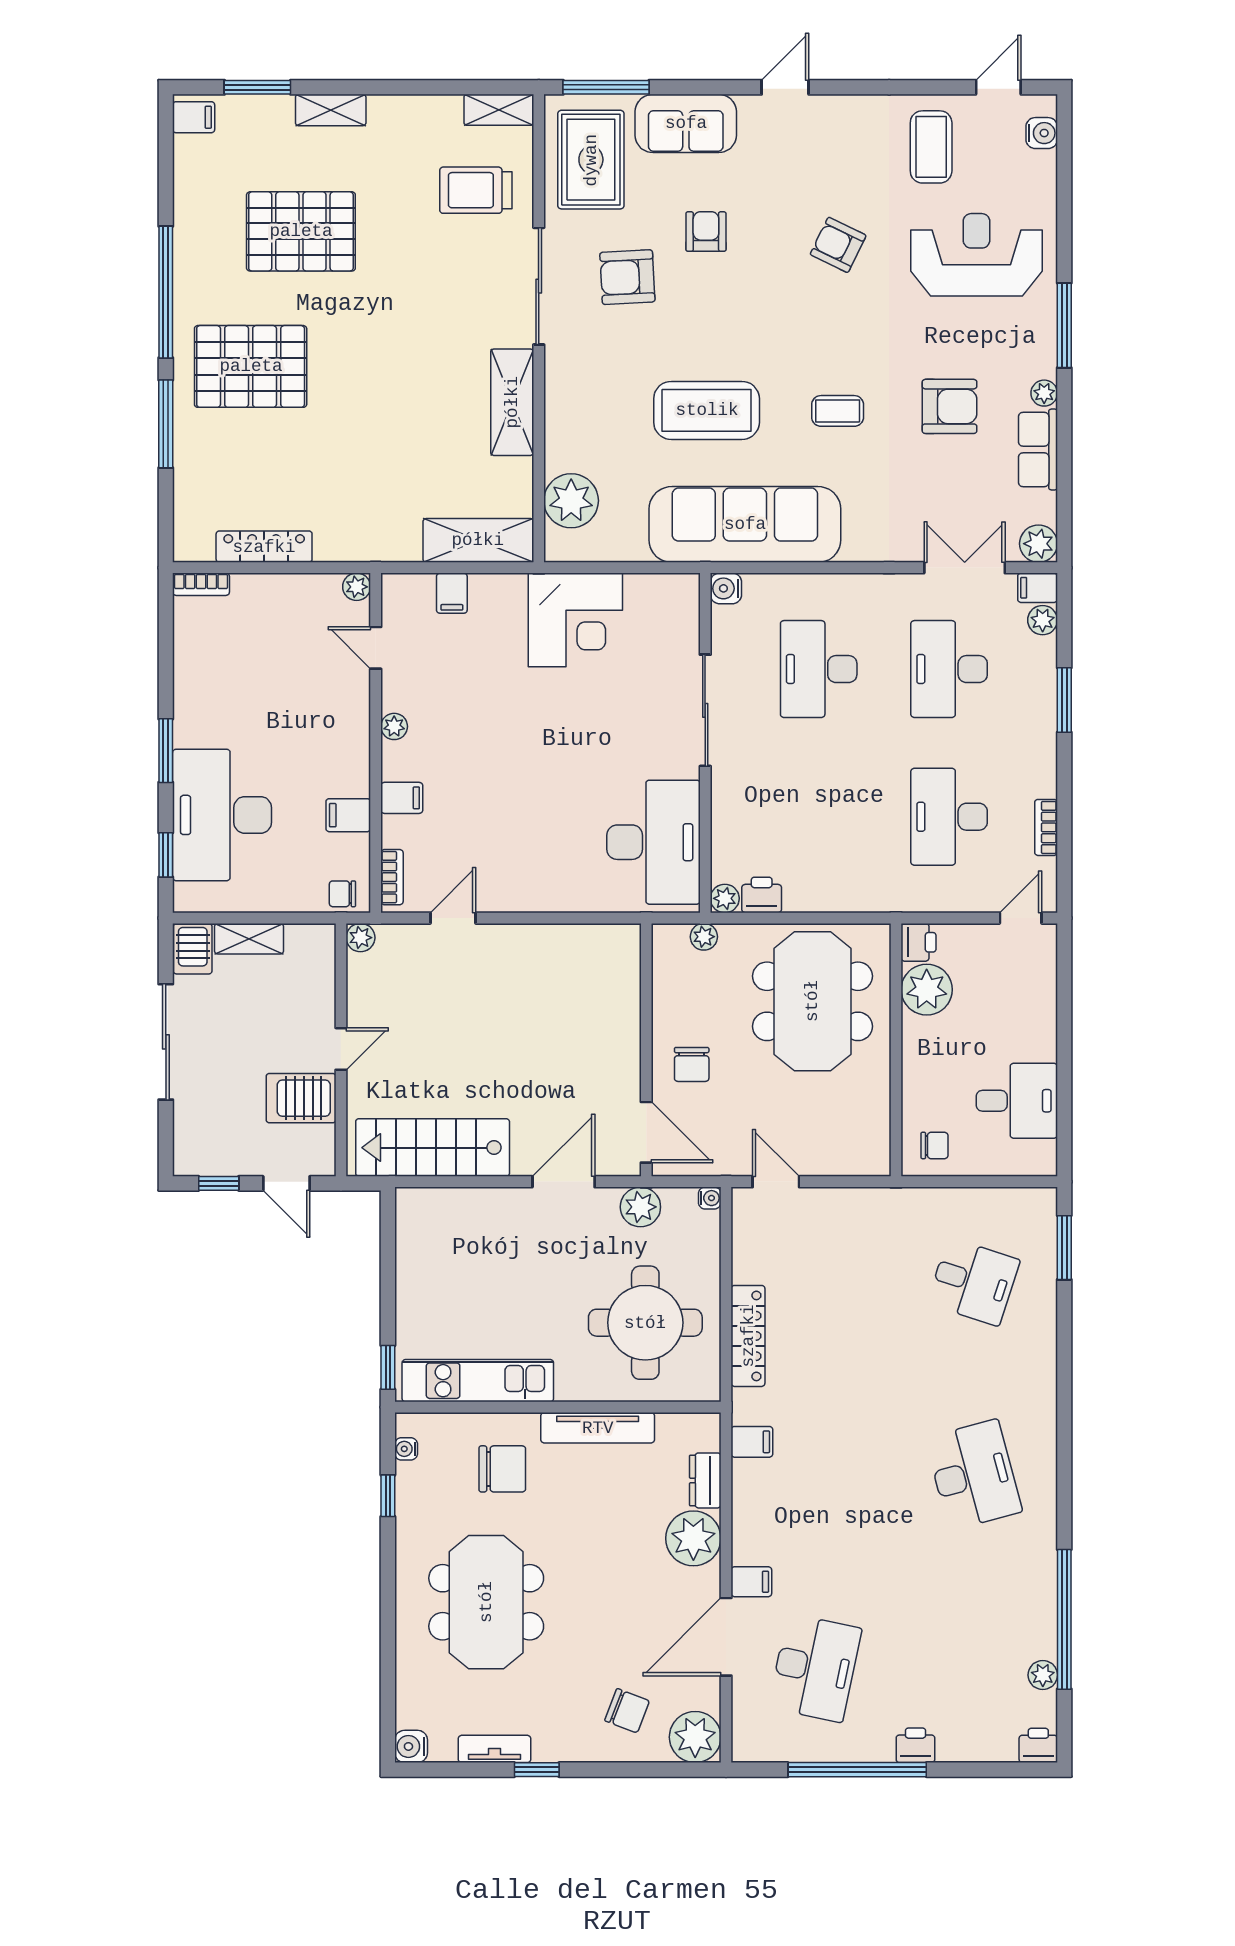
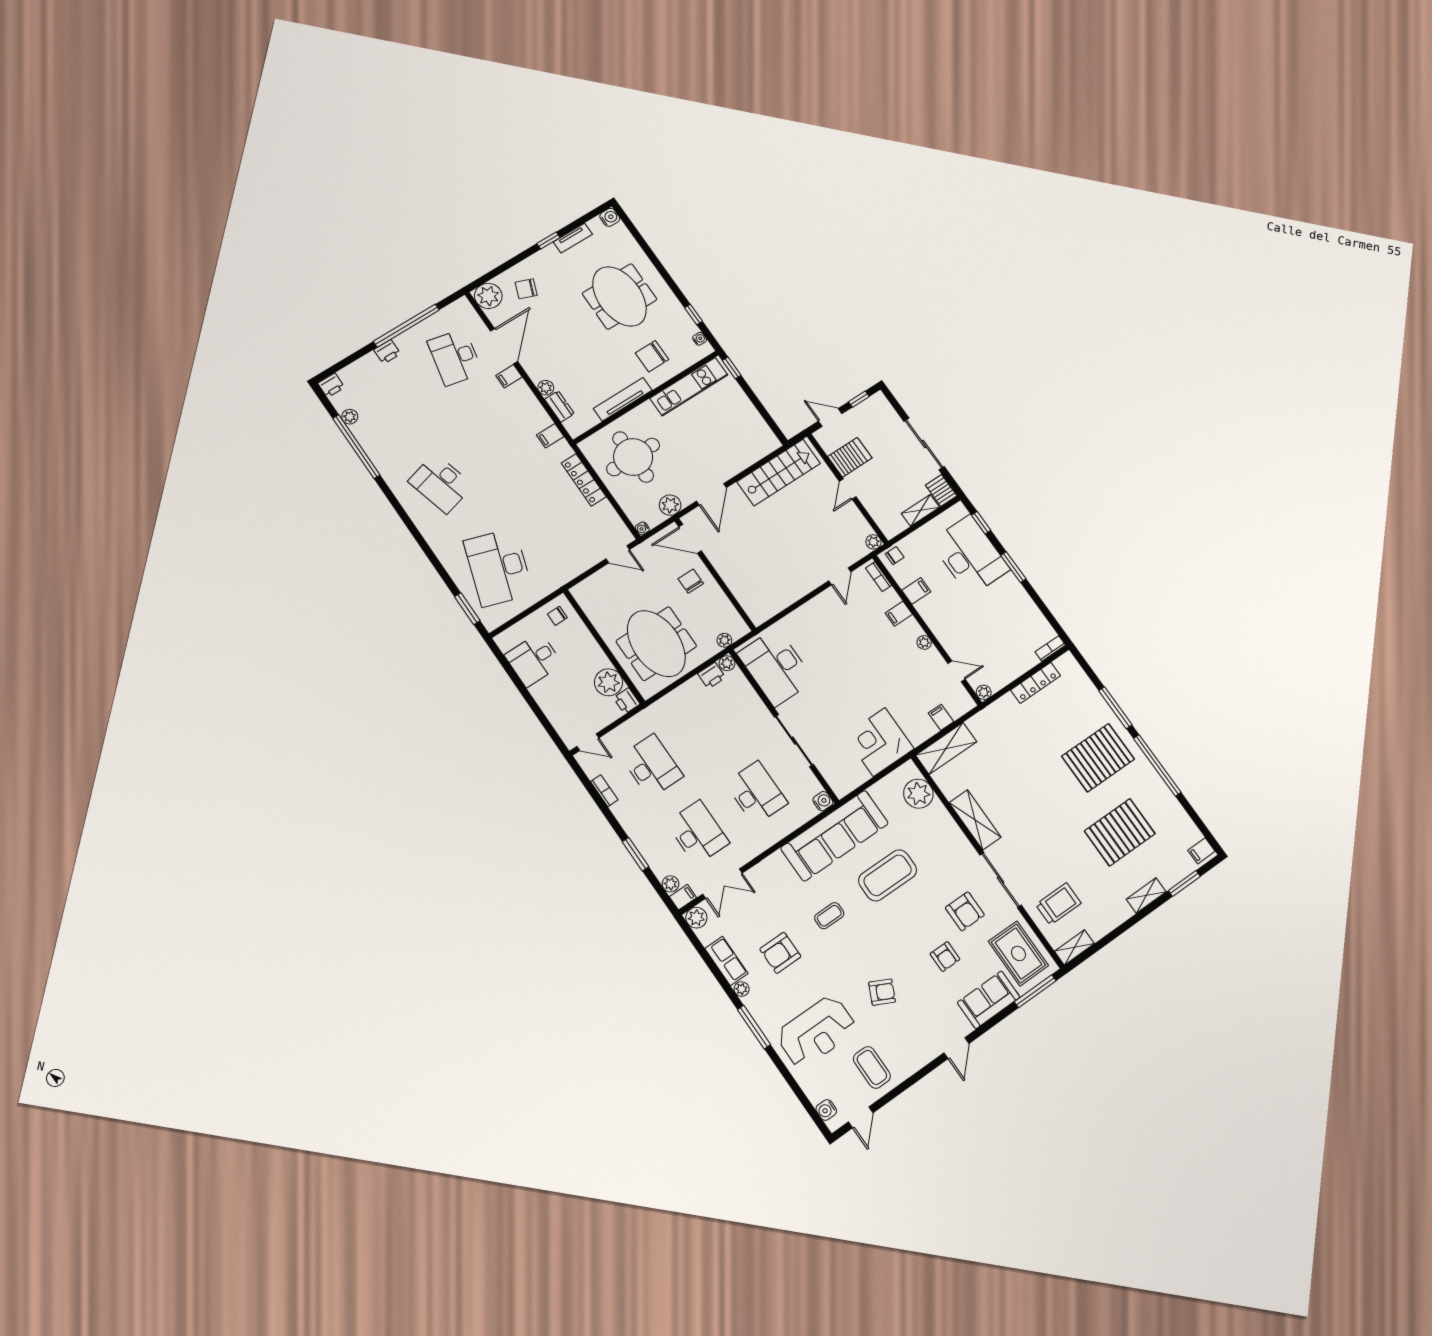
armchair: (627, 277) -> (965, 911), turned 93
door: (1021, 918) -> (588, 742), hinge flipped
desk: (974, 1282) -> (498, 567), width x1.87, depth x1.30
plant: (693, 1538) -> (546, 388), width x0.53, depth x0.53

